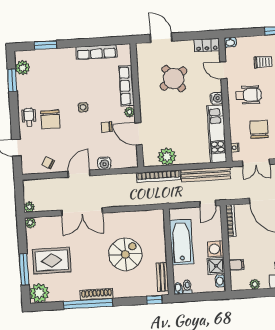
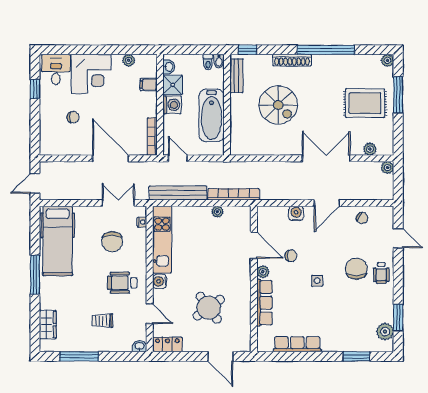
plant: (167, 157) -> (217, 212), width x0.53, depth x0.53
door: (208, 204) -> (178, 158), hinge flipped
plant: (30, 223) -> (370, 149), moved
spiral stairs: (125, 254) -> (278, 105), turned -90
plant: (39, 293) -> (387, 60), width x0.53, depth x0.53
shoe rack: (97, 294) -> (292, 60), moved

